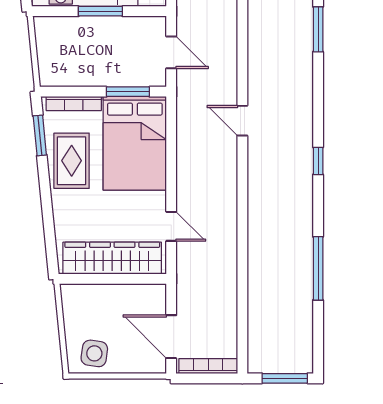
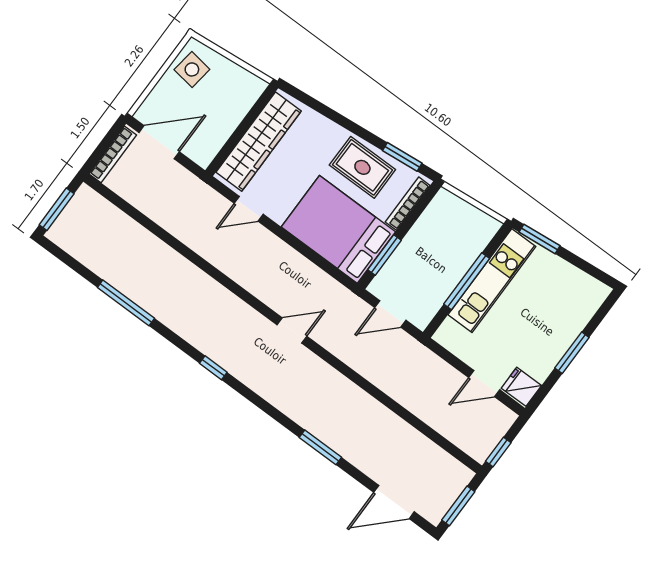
window: (100, 11) -> (467, 281), width x1.44

